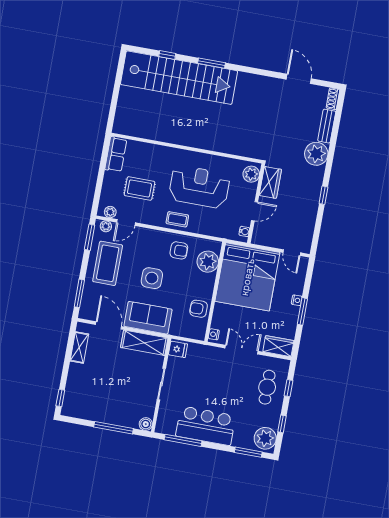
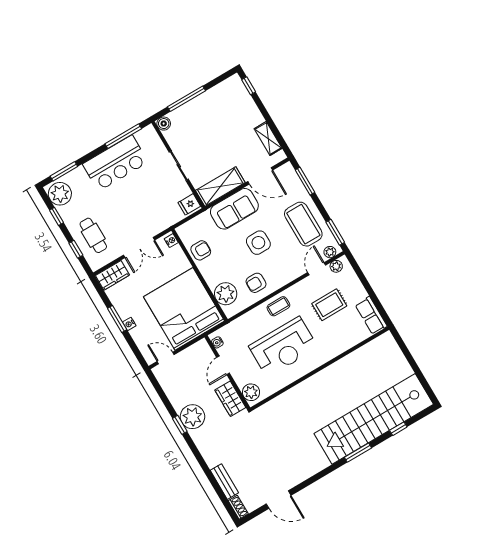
plant: (316, 154) -> (192, 417), moved

